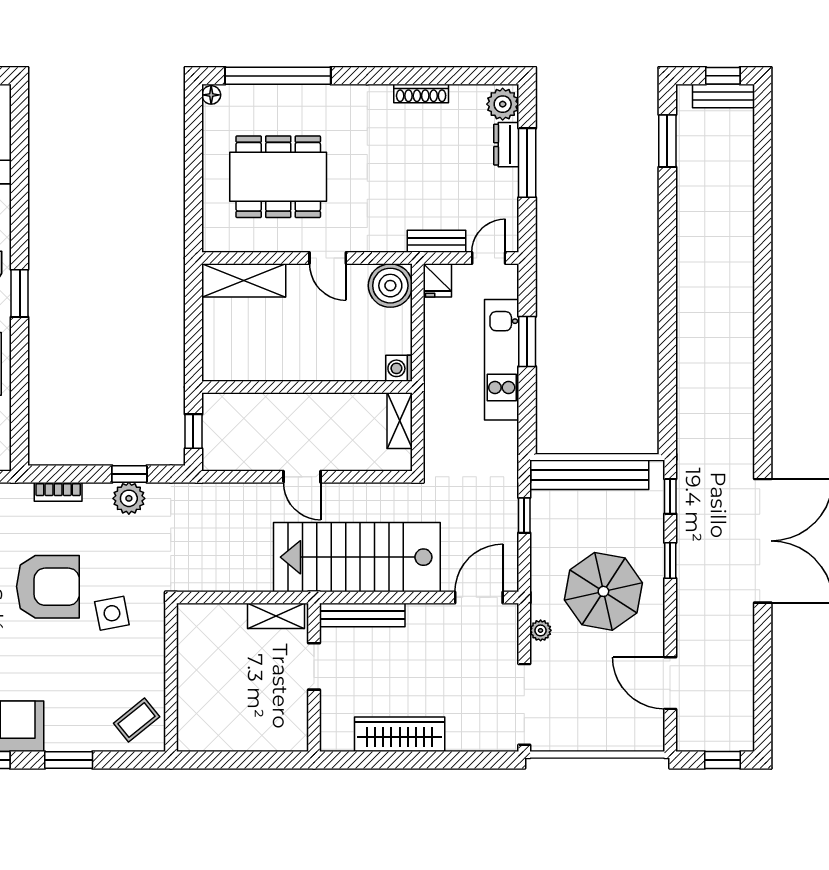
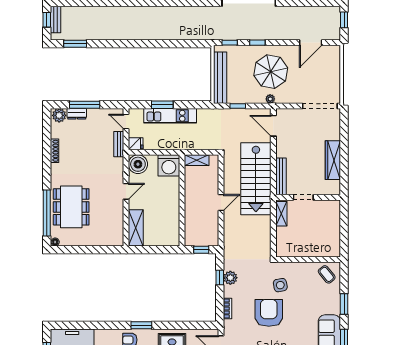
dining table: (278, 177) -> (71, 207), moved
washing machine: (399, 368) -> (169, 165), width x1.89, depth x1.89
plant: (541, 630) -> (270, 99), moved

